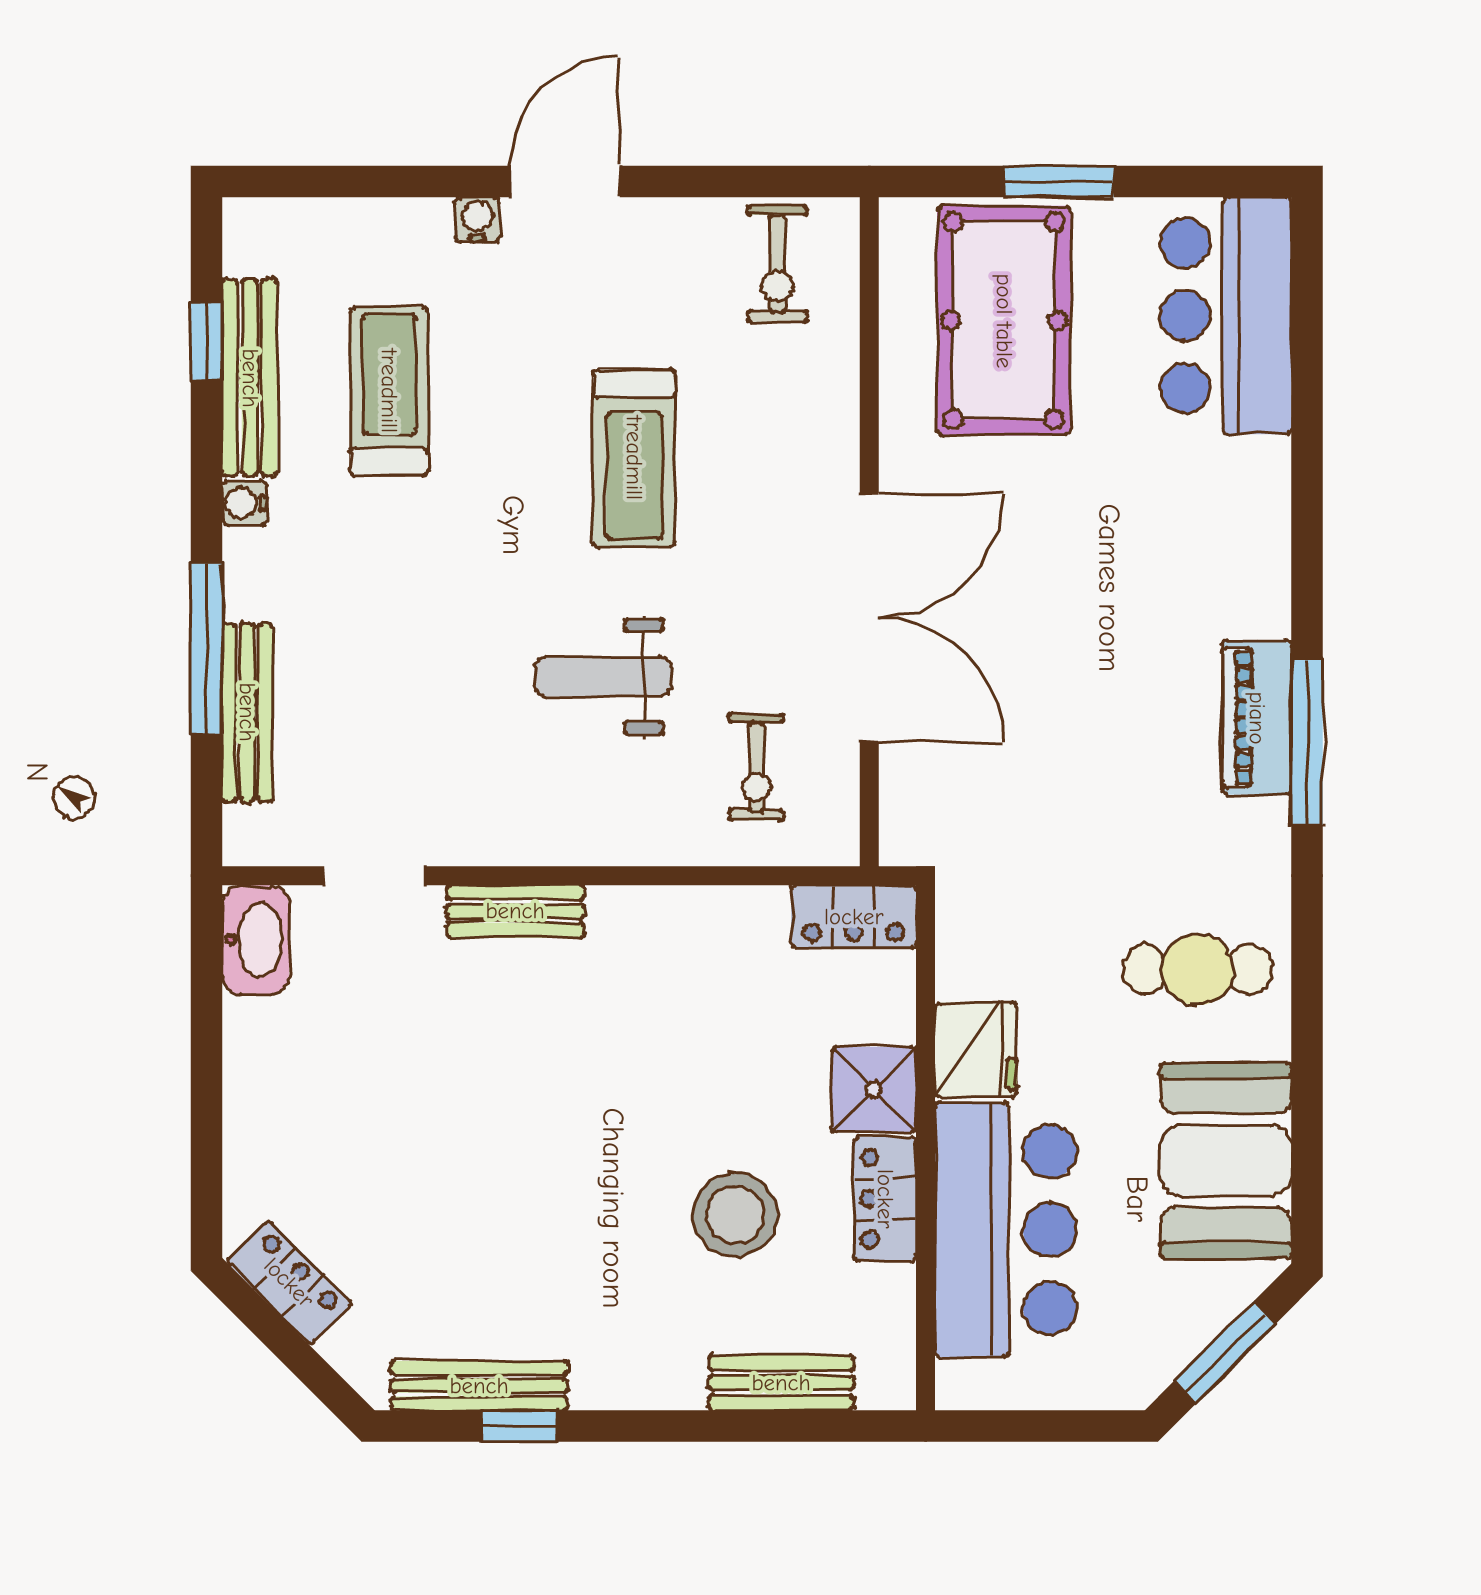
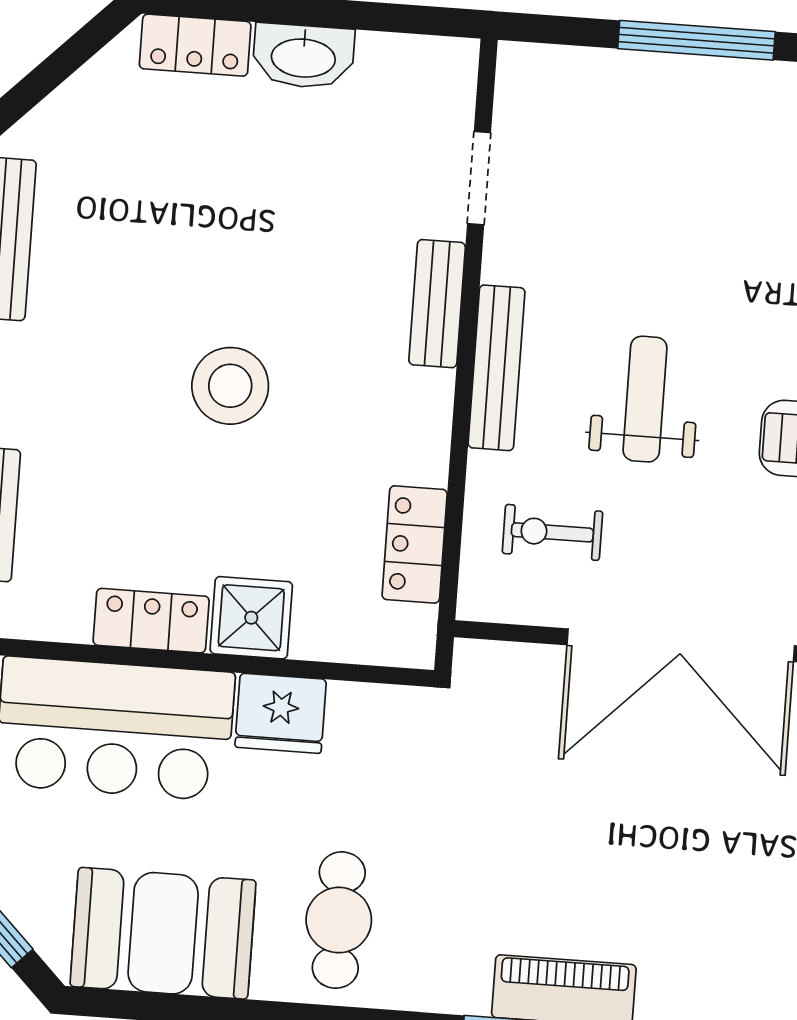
bench: (247, 712) -> (497, 368), moved, turned 90
locker: (854, 917) -> (415, 544), moved
washbasin: (256, 940) -> (303, 56), moved
stool: (735, 1215) -> (230, 386), moved
locker: (289, 1283) -> (195, 45), moved, turned 45

